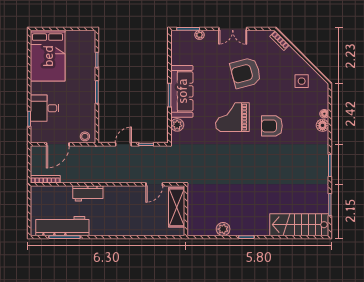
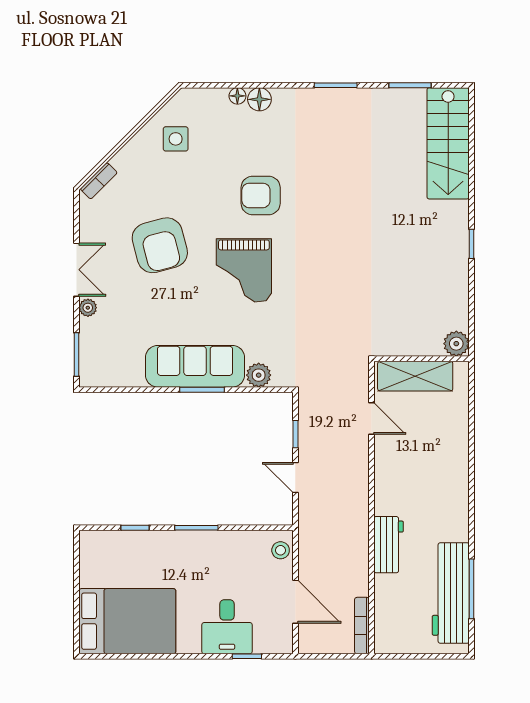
plant: (199, 35) -> (88, 308), moved
armchair: (272, 126) -> (261, 195), turned 90
plant: (223, 229) -> (456, 344), moved

